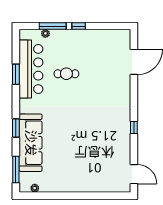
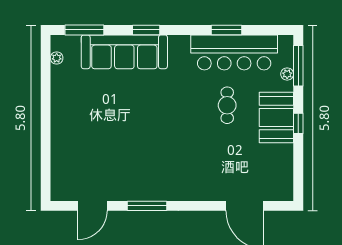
window: (53, 26) -> (298, 66), moved
booth: (75, 41) -> (276, 118), added
window: (134, 128) -> (147, 206), width x2.17
door: (134, 174) -> (93, 206), moved

